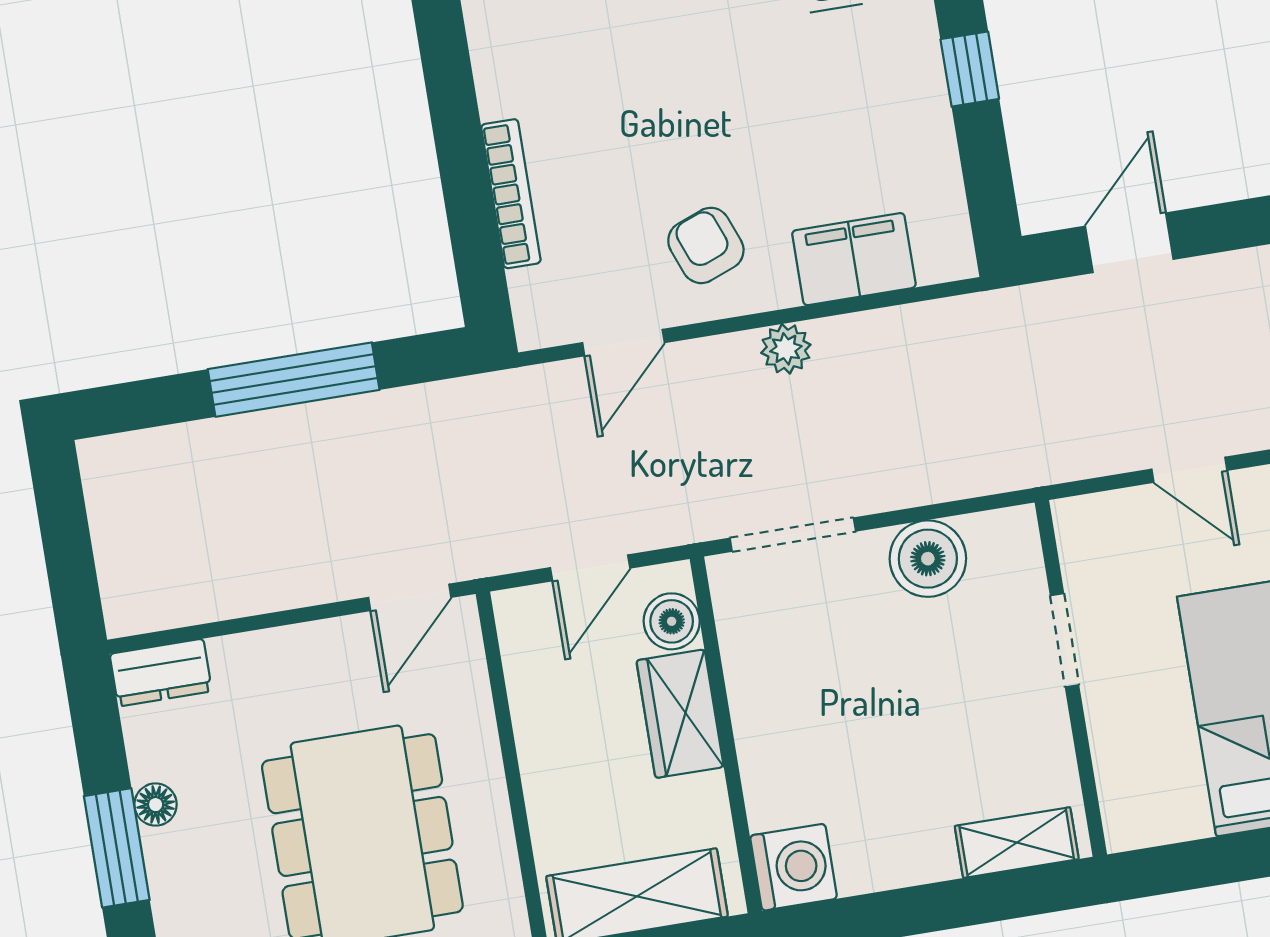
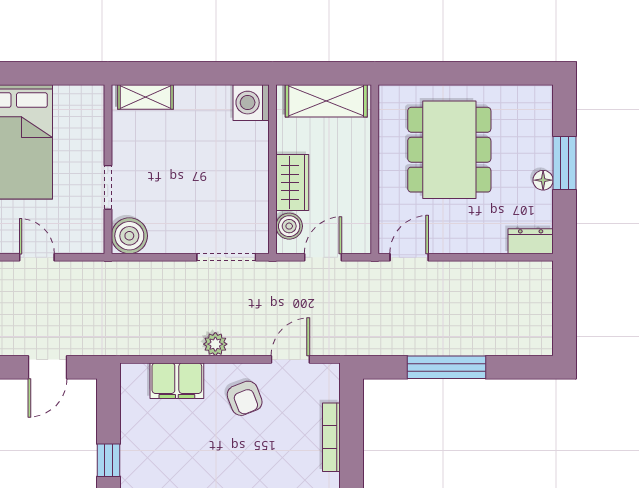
boiler: (928, 559) -> (129, 236), moved

